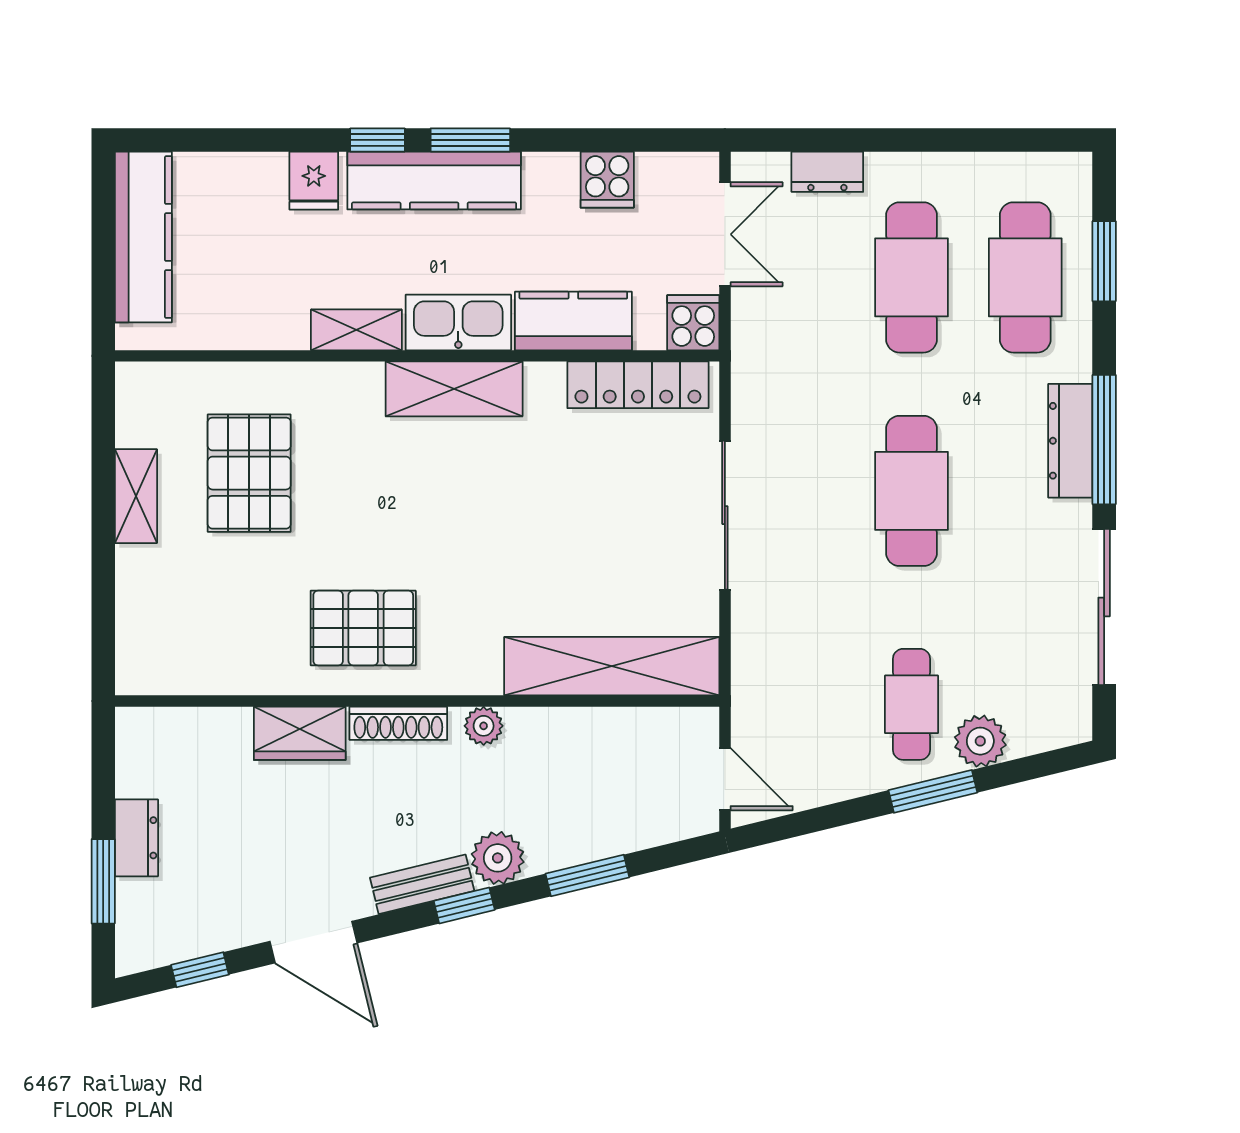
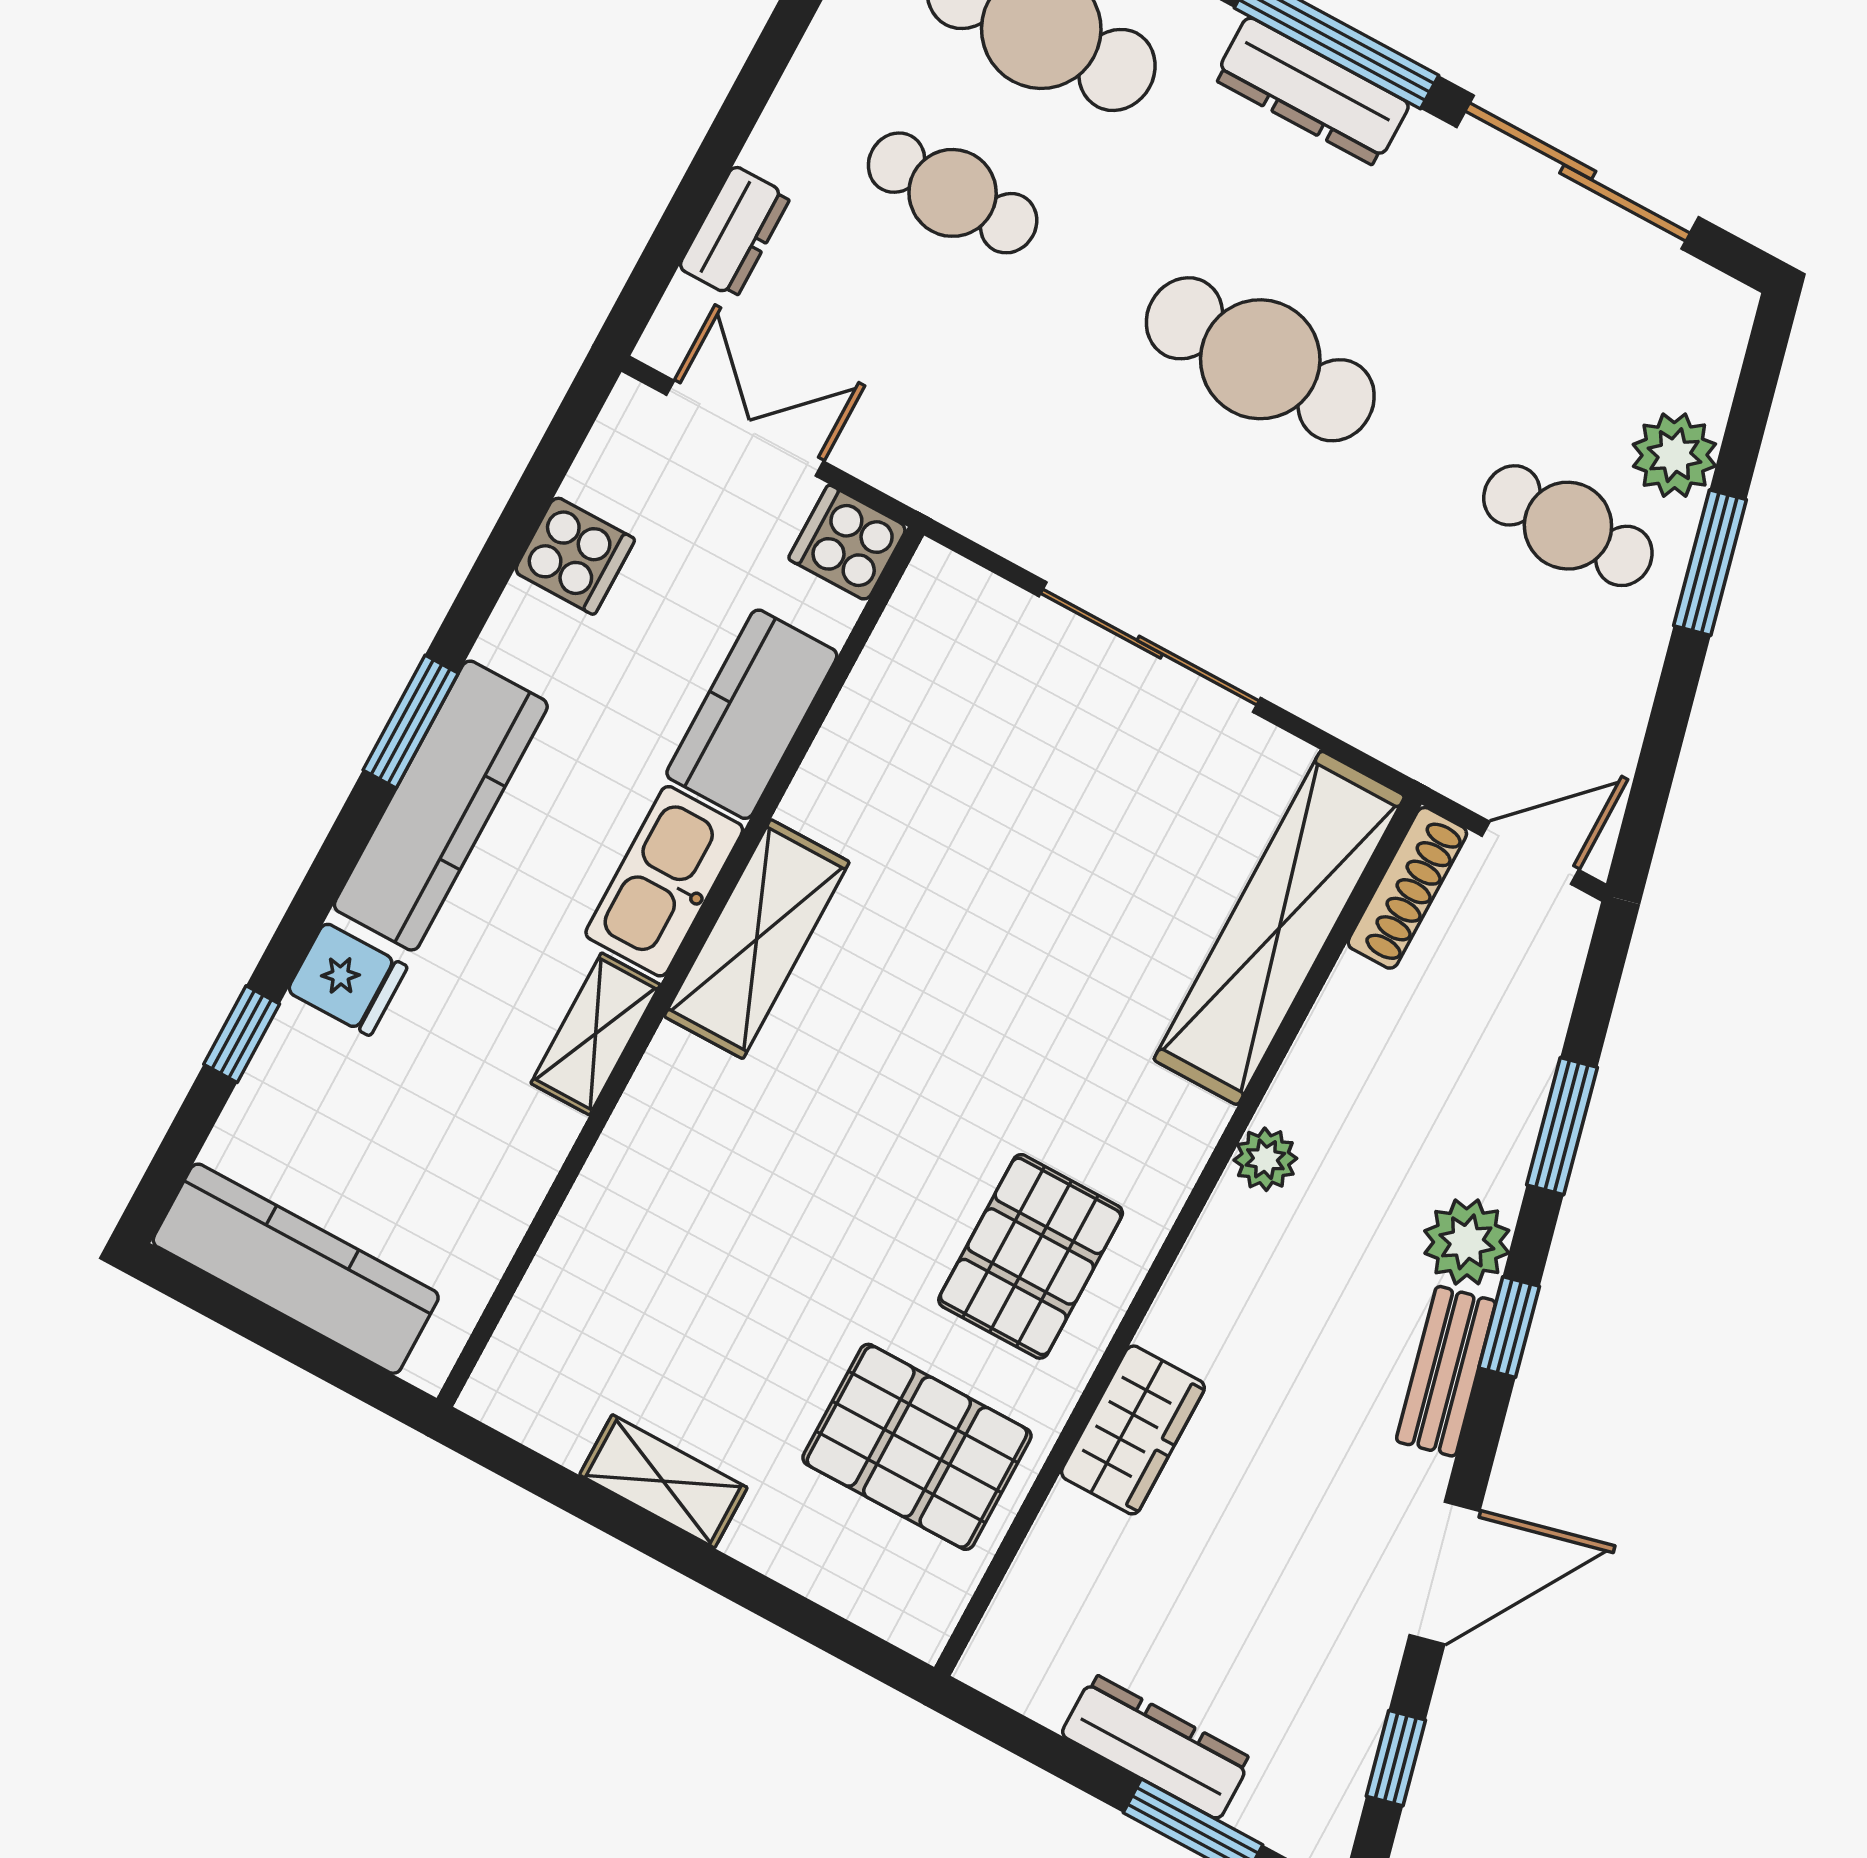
window: (378, 140) -> (242, 1034), moved
cafe table: (911, 277) -> (953, 193), width x0.73, depth x0.74
locker: (638, 385) -> (894, 671), removed
pallet: (249, 473) -> (917, 1447), moved
shoe rack: (398, 723) -> (1407, 888), moved
dresser: (136, 838) -> (1156, 1747), width x1.44

